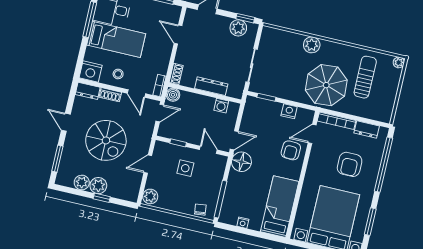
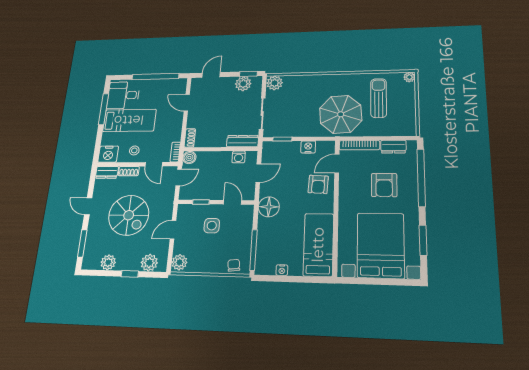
plant: (312, 45) -> (275, 83), moved
dresser: (211, 86) -> (243, 141), moved
door: (234, 140) -> (258, 173), moved
plant: (98, 186) -> (149, 263), moved

